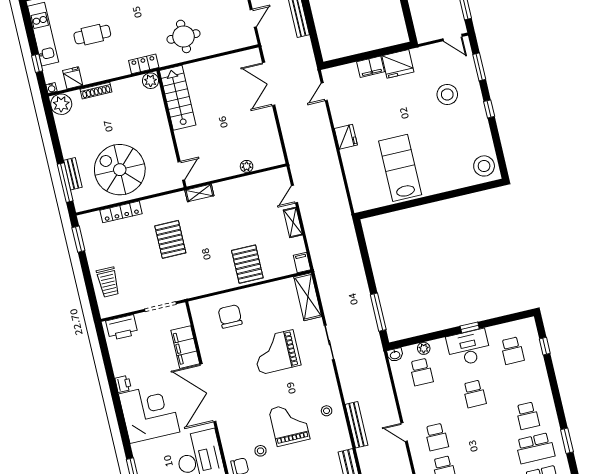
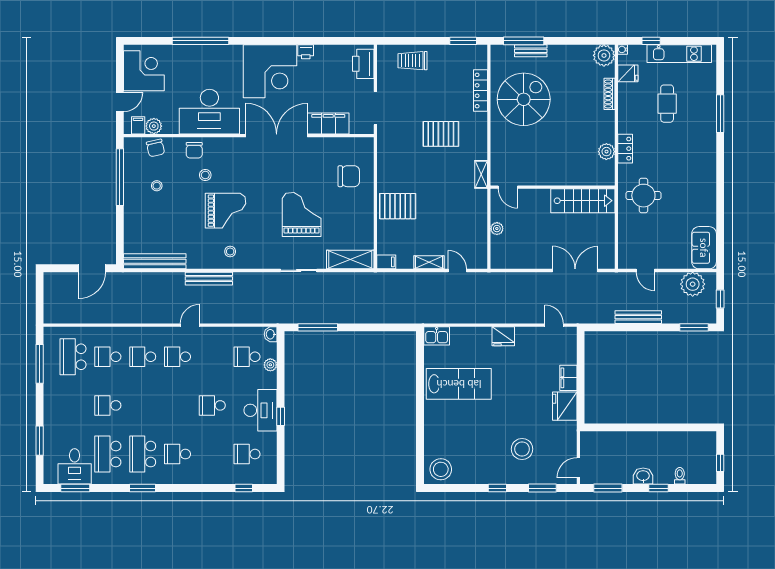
stairs: (178, 98) -> (583, 201), moved
wall: (171, 129) -> (553, 187), moved
door: (181, 171) -> (508, 187), moved
kitchen sink: (360, 199) -> (437, 336), added

